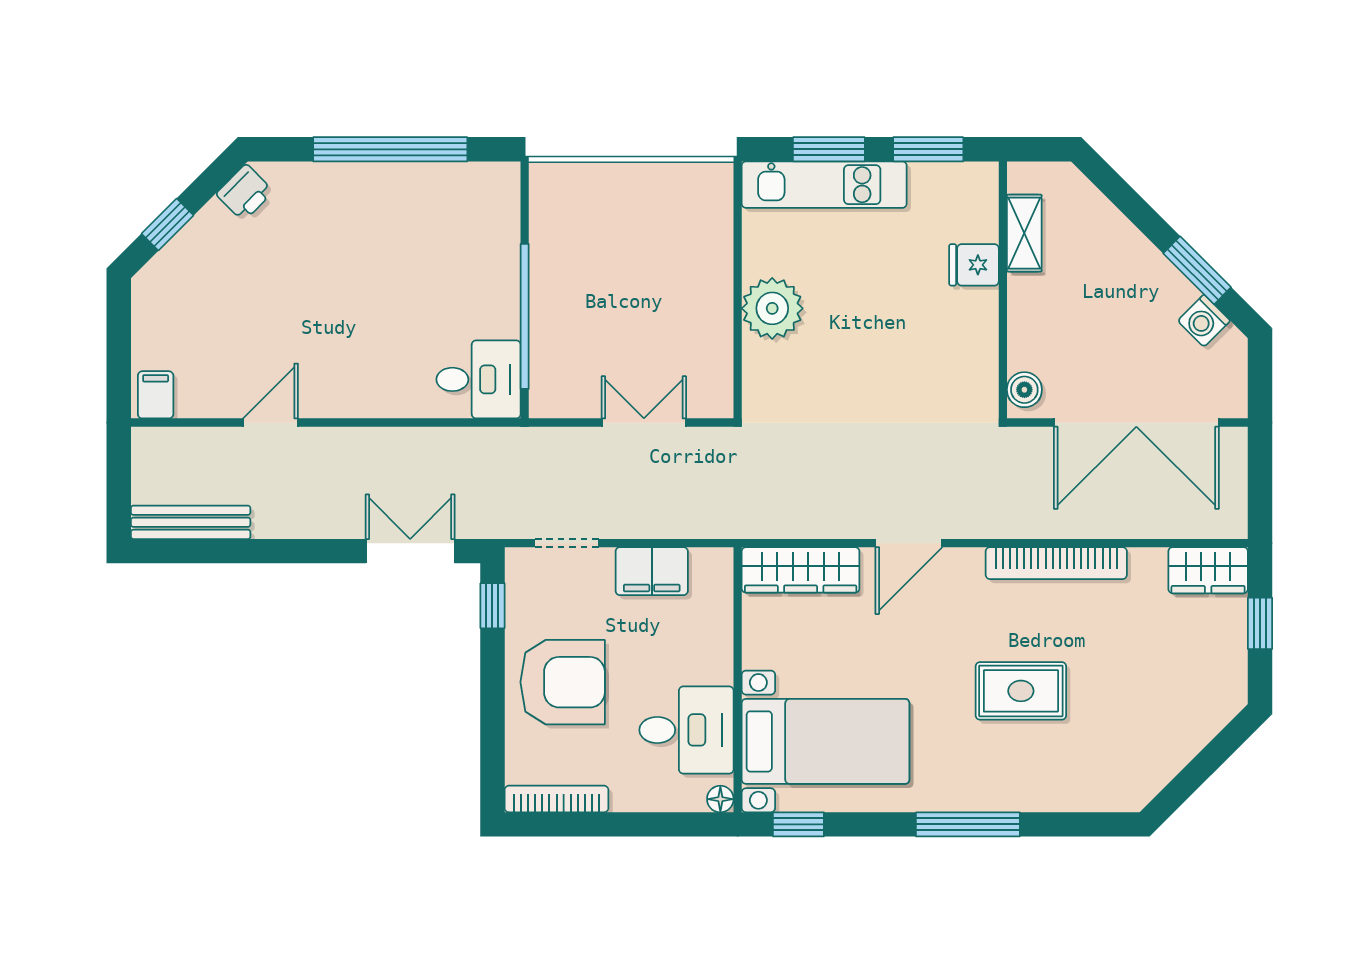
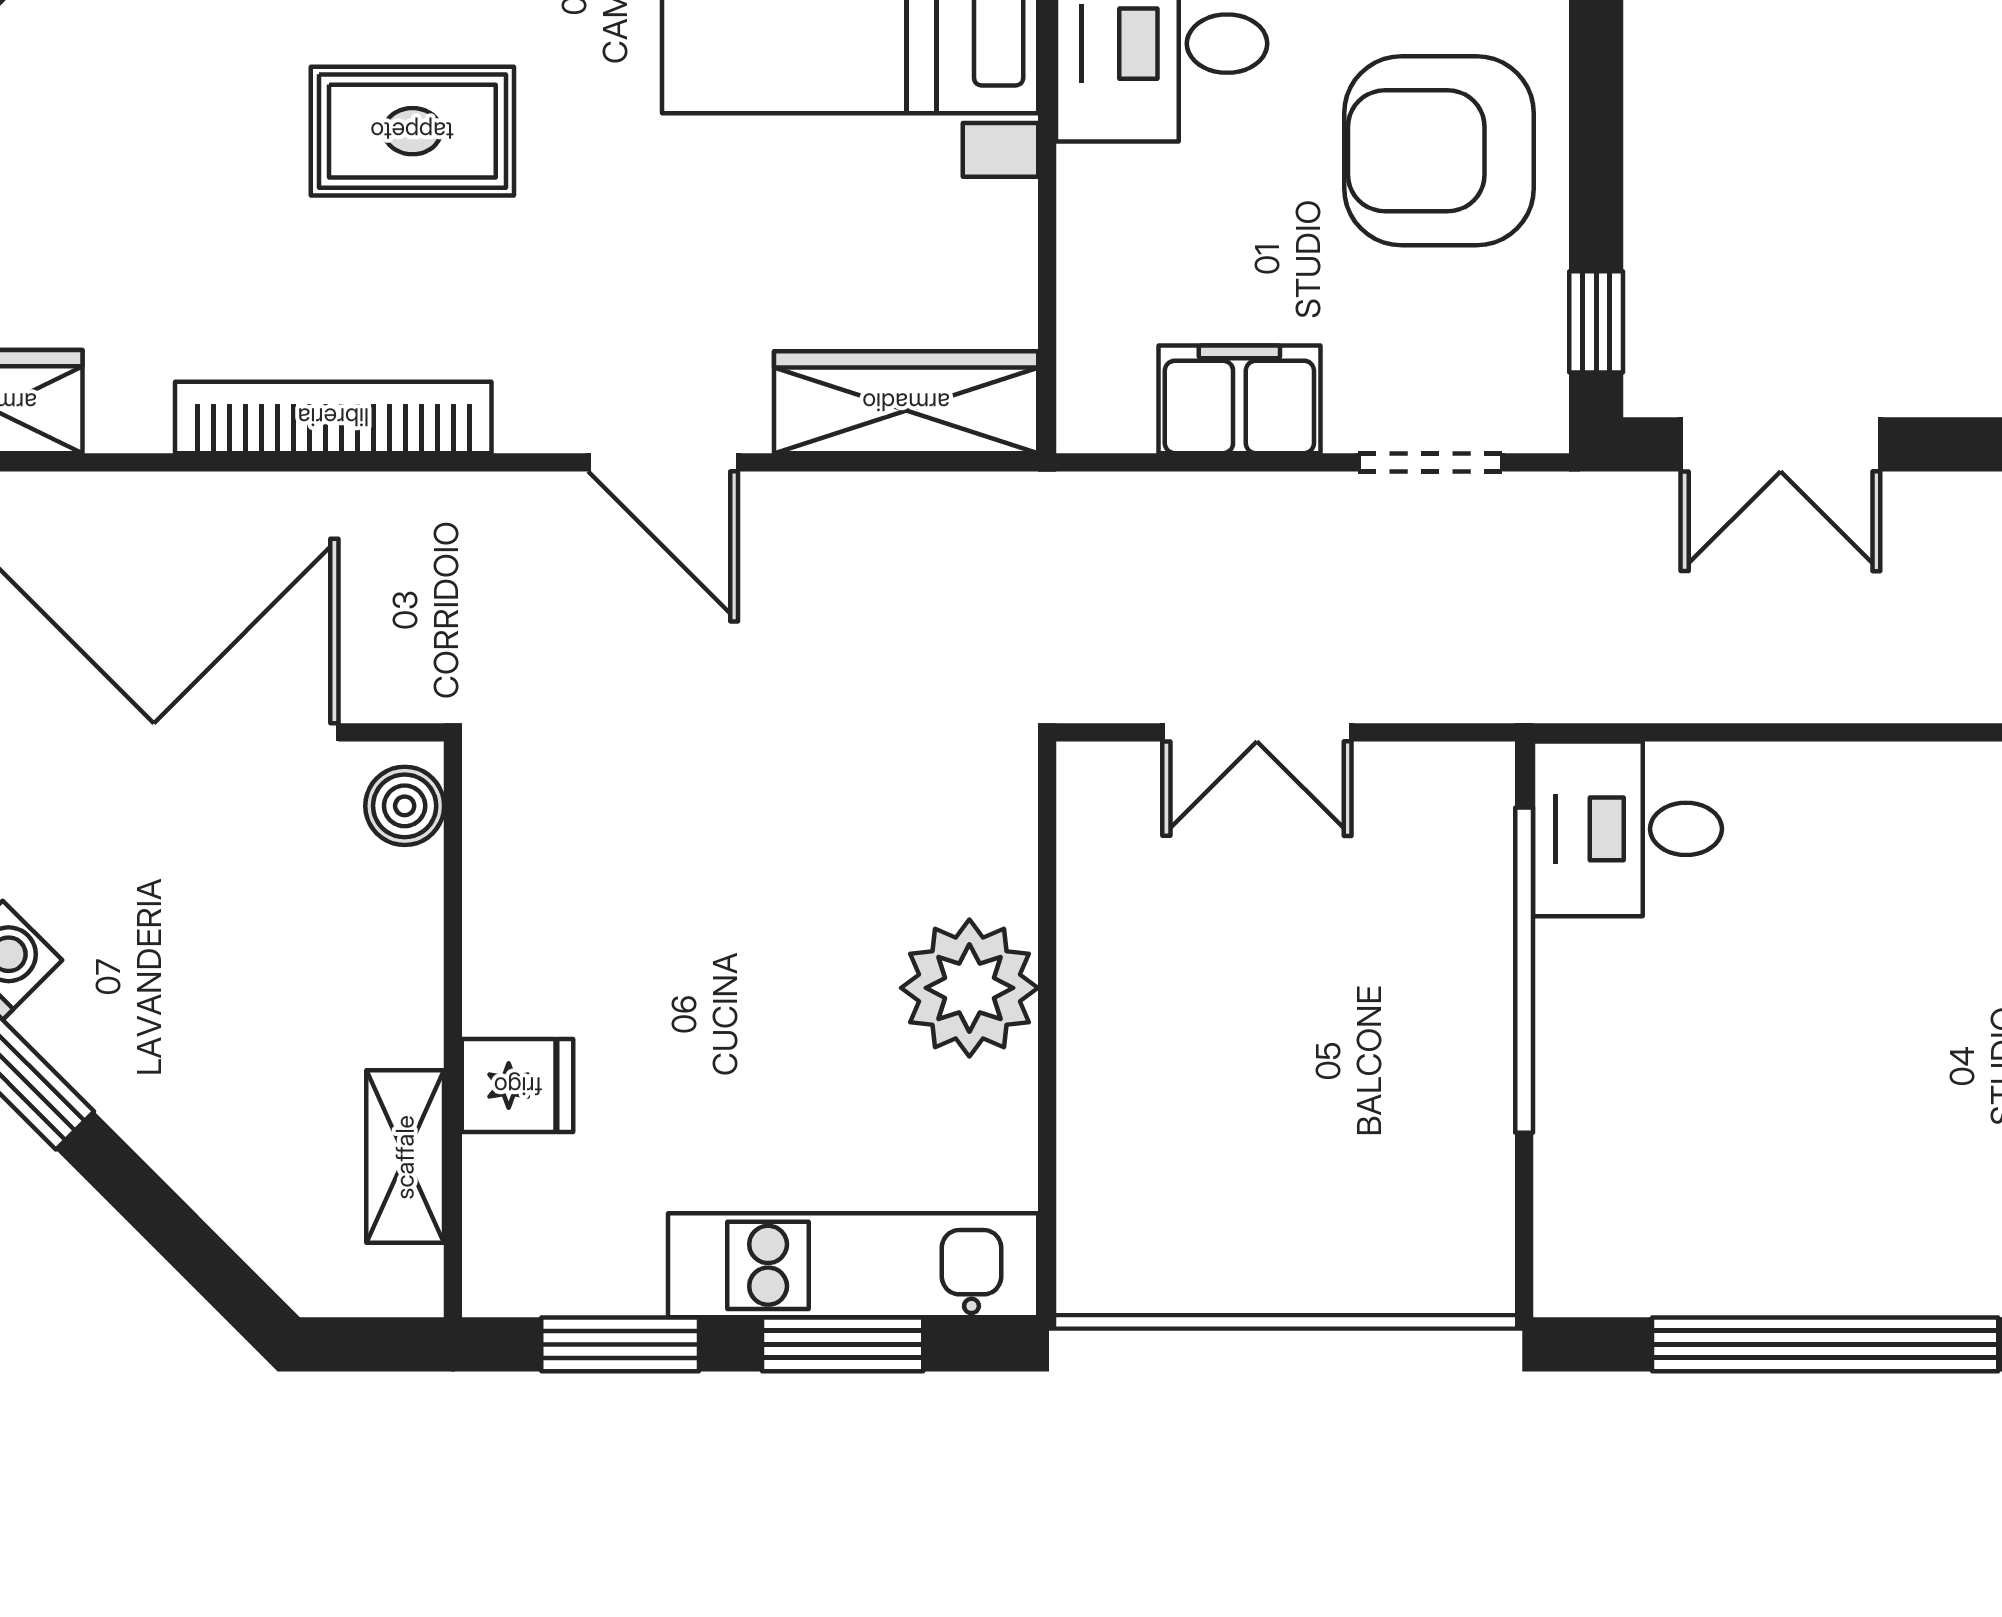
door: (909, 543) -> (663, 462), swing flipped

